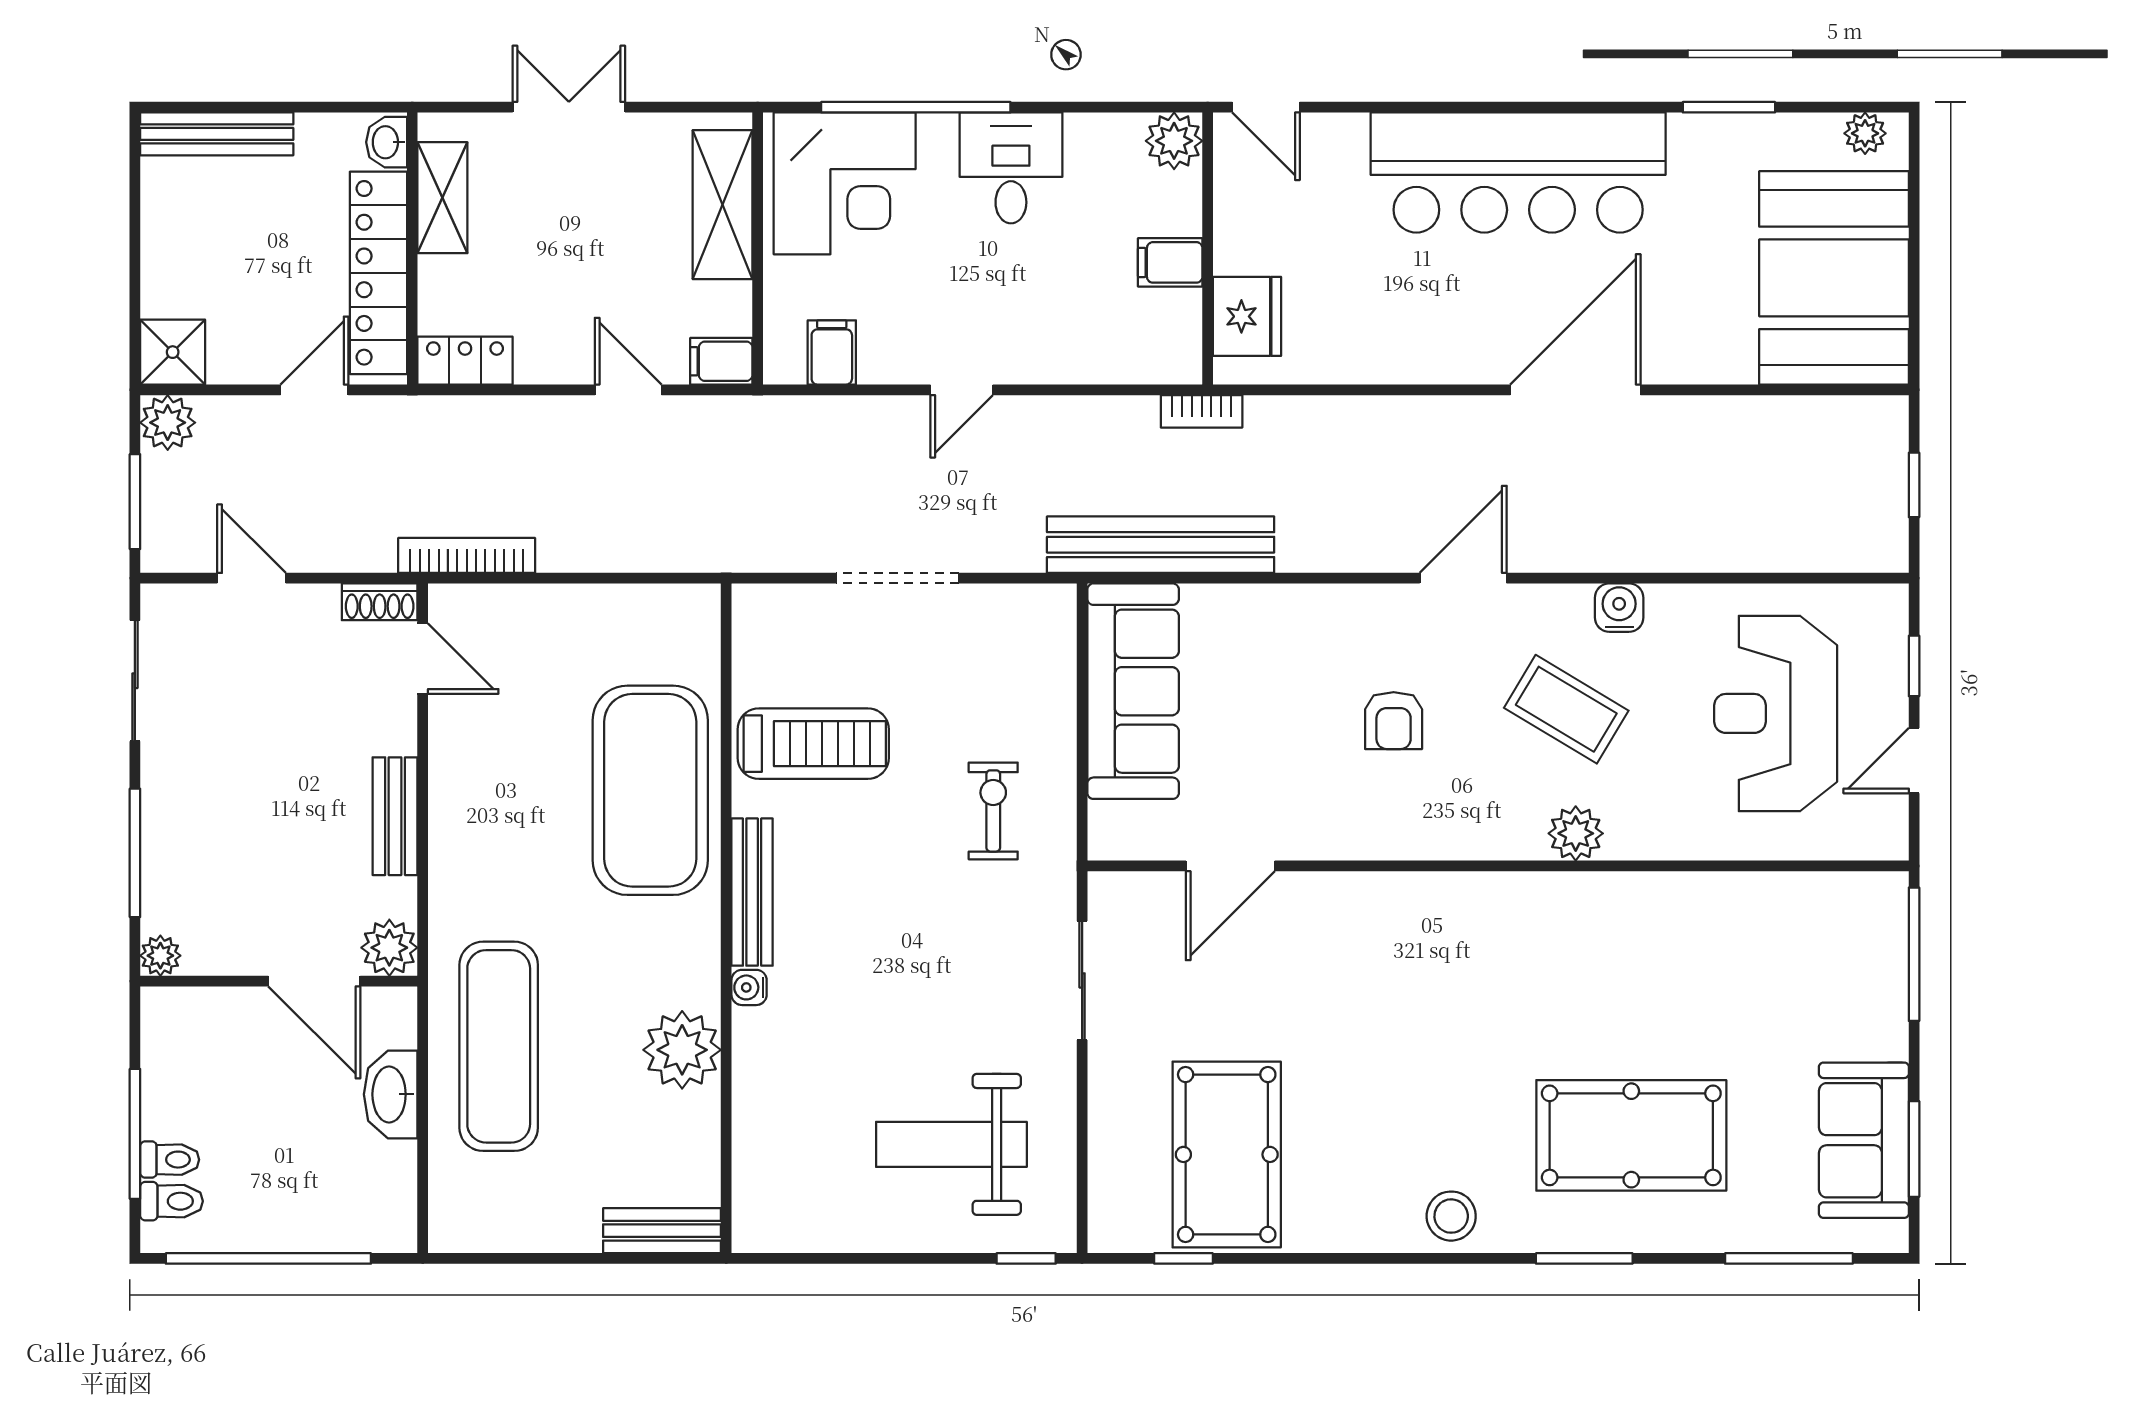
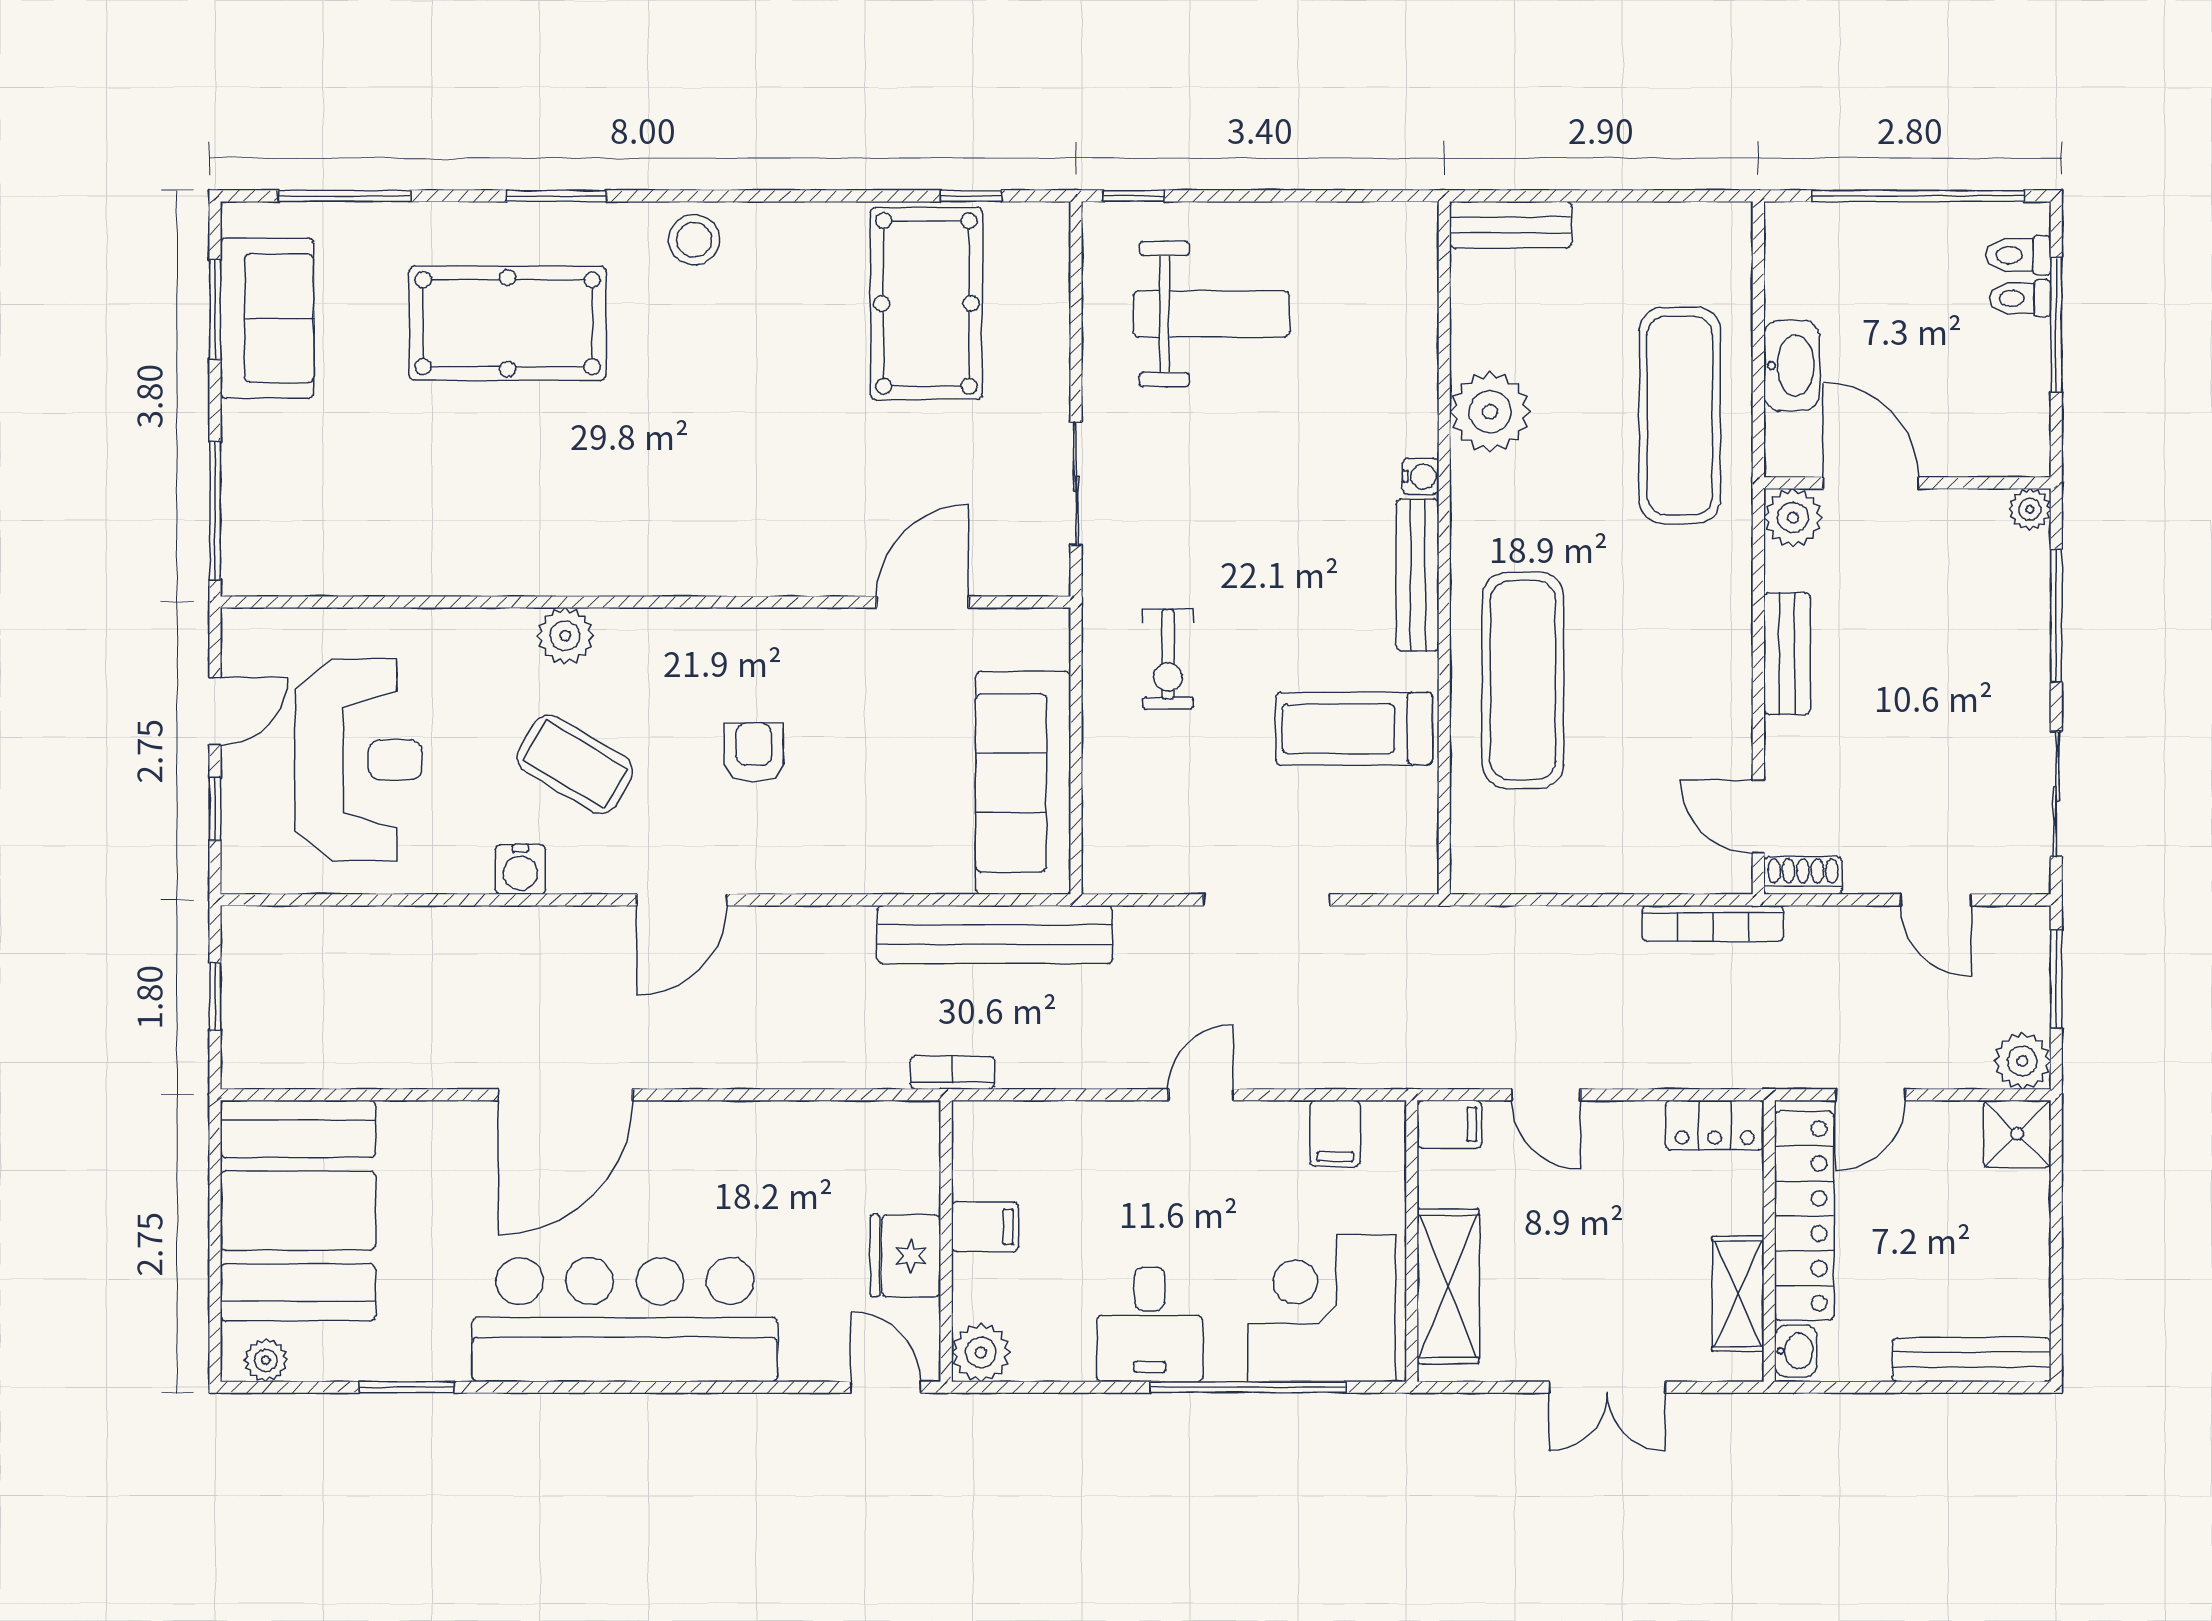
fridge: (1247, 316) -> (905, 1256), moved
exercise mat: (650, 790) -> (1523, 680), width x0.68

